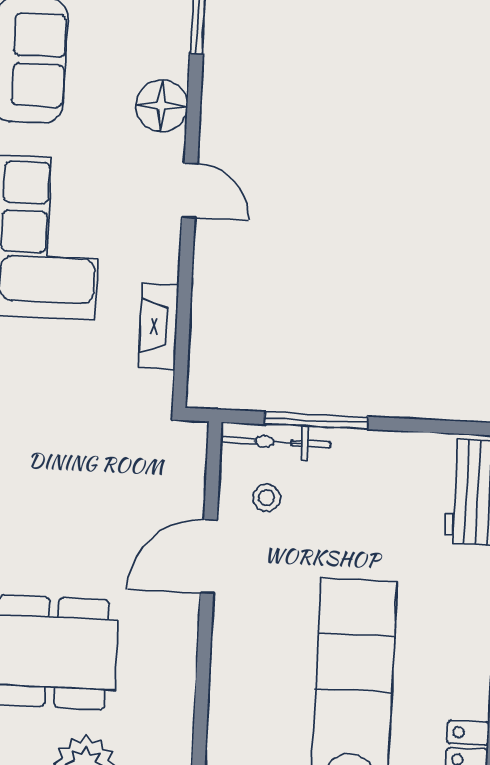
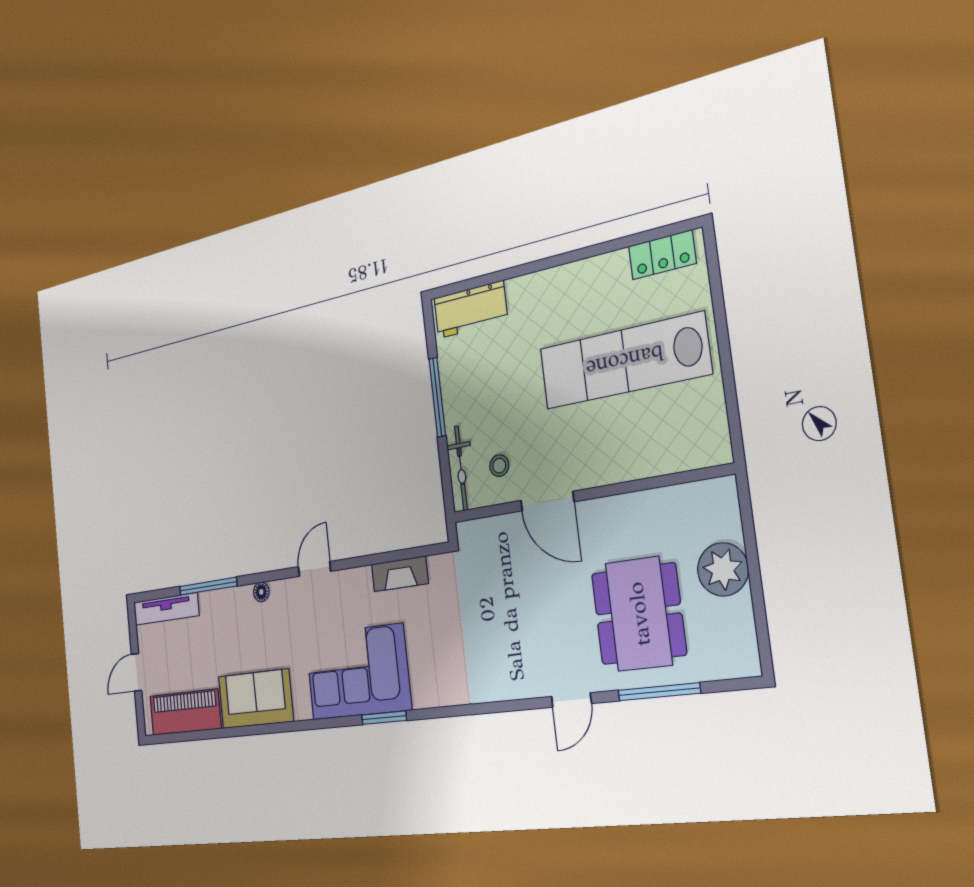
floor lamp: (162, 106) -> (261, 592), width x0.53, depth x0.53
window: (316, 420) -> (437, 397), moved

